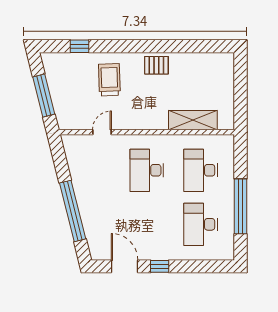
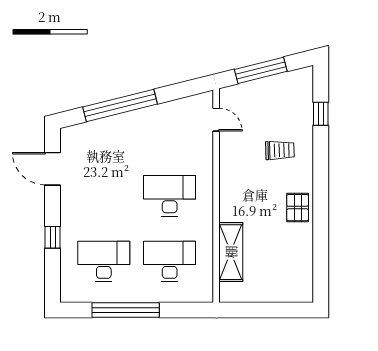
trolley: (109, 80) -> (280, 150), width x0.73, depth x0.72
door: (102, 132) -> (216, 120), moved
door: (125, 266) -> (53, 169), swing flipped
window: (160, 266) -> (53, 237), moved

